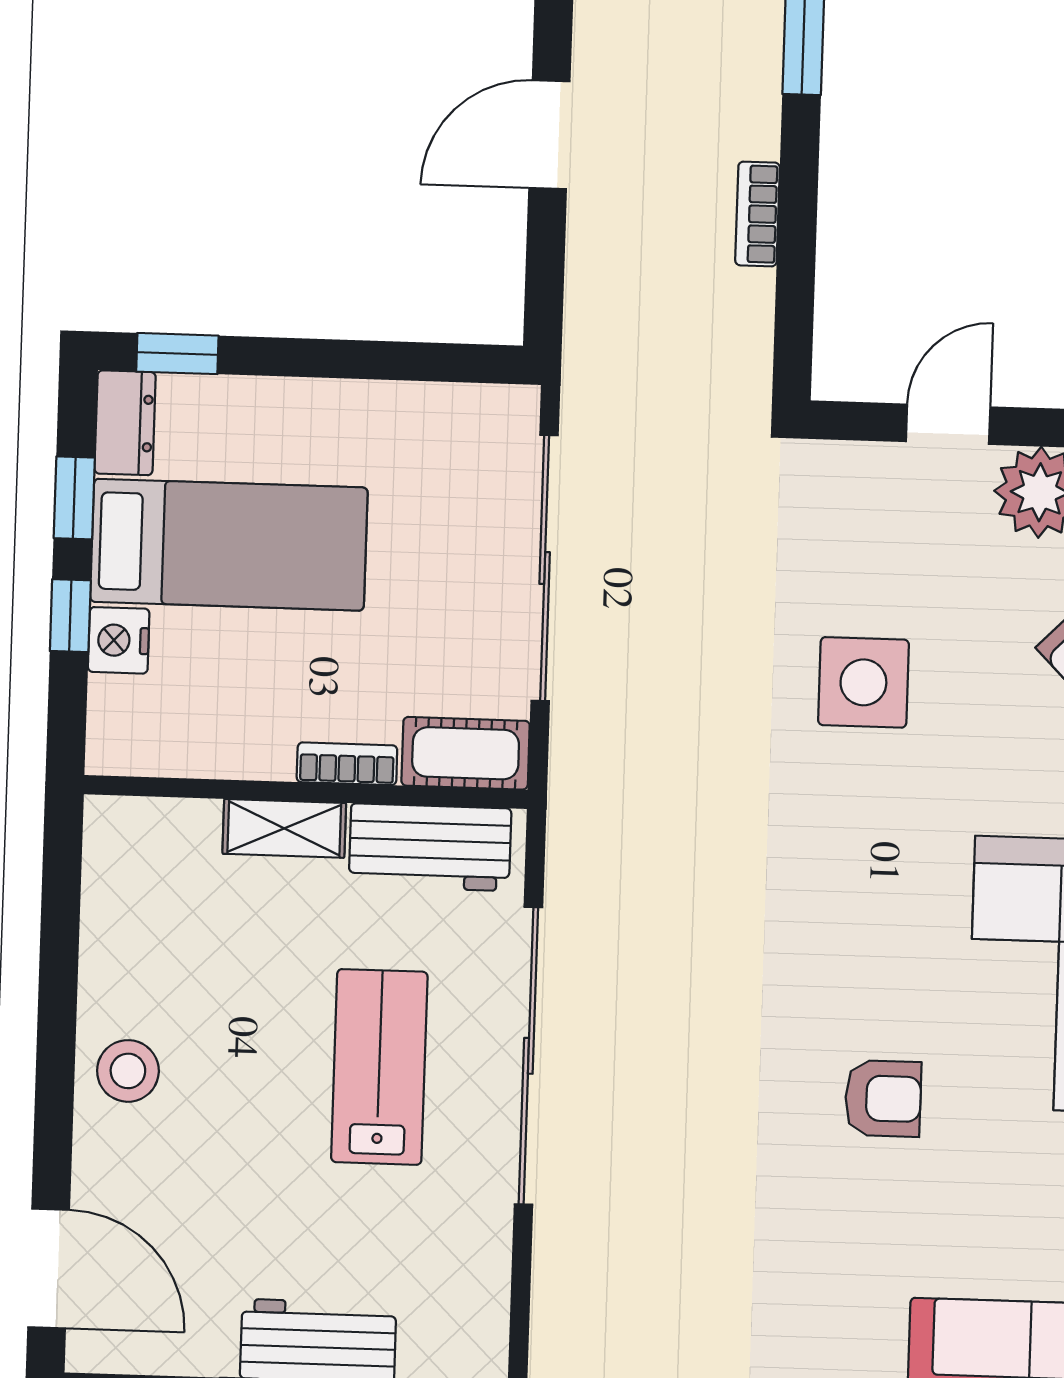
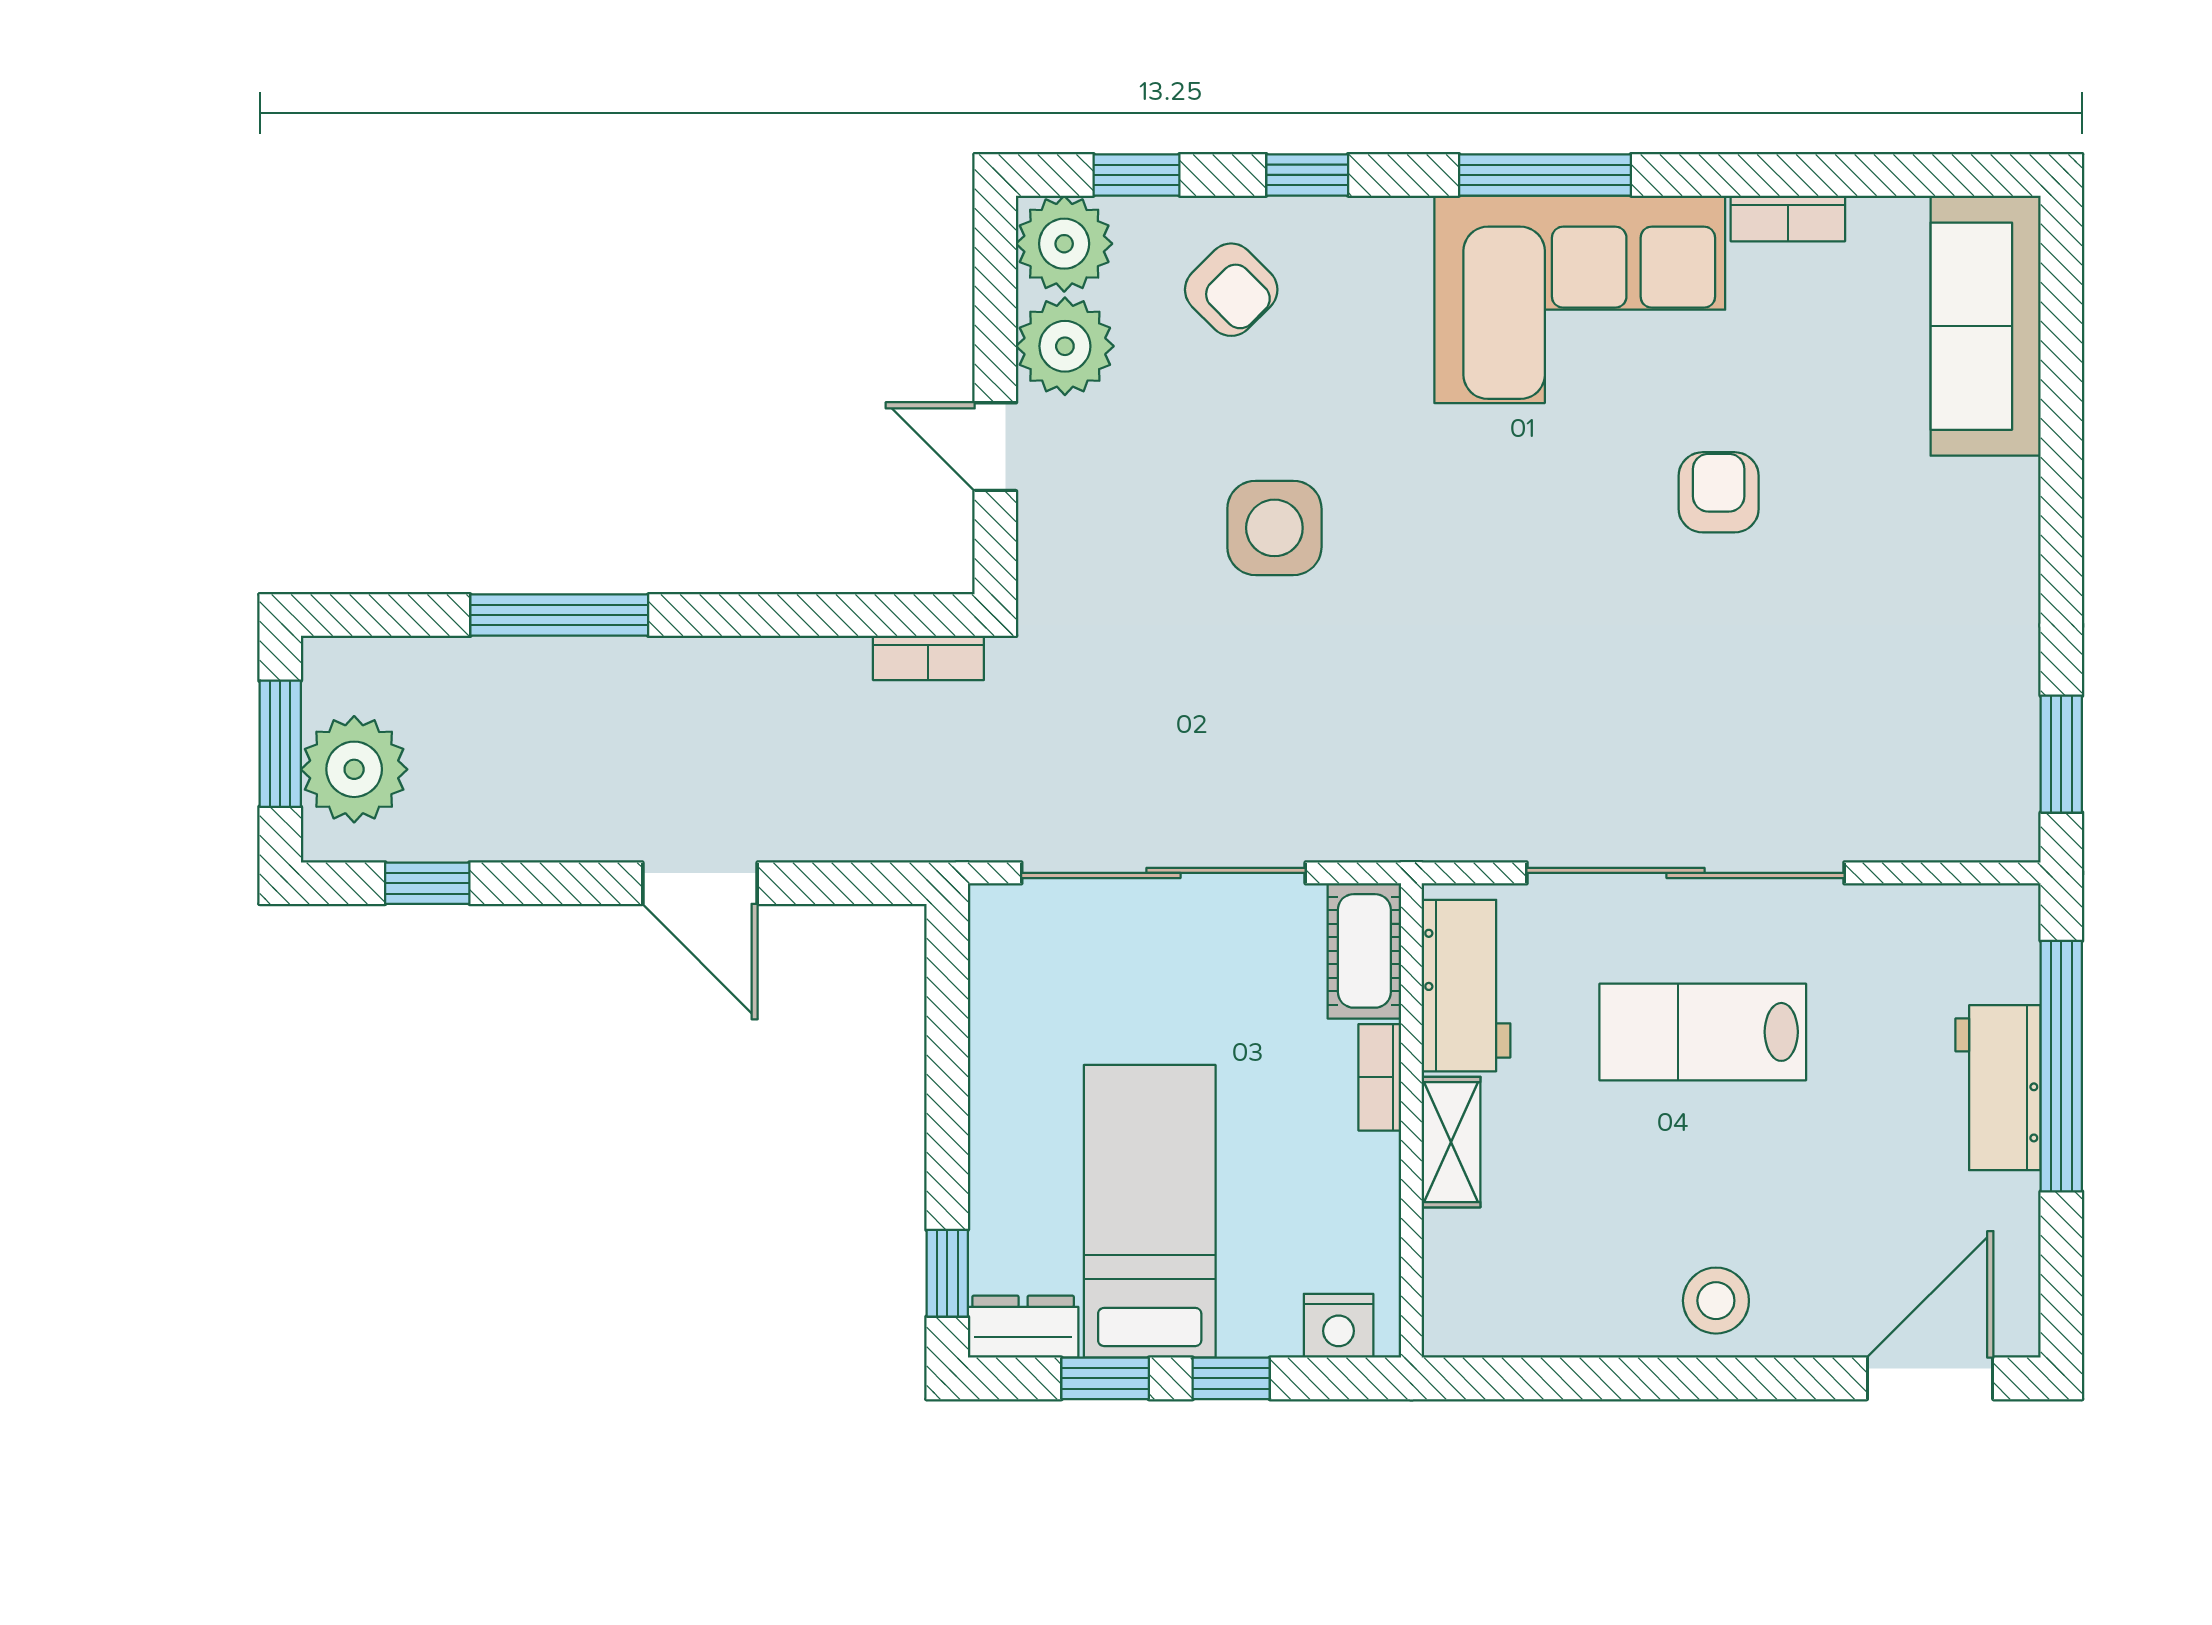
bookcase: (758, 214) -> (928, 658), moved
nightstand: (119, 640) -> (1339, 1326), moved

